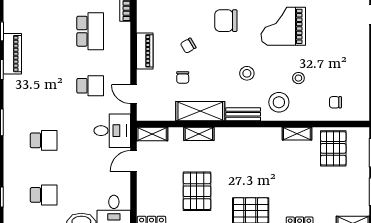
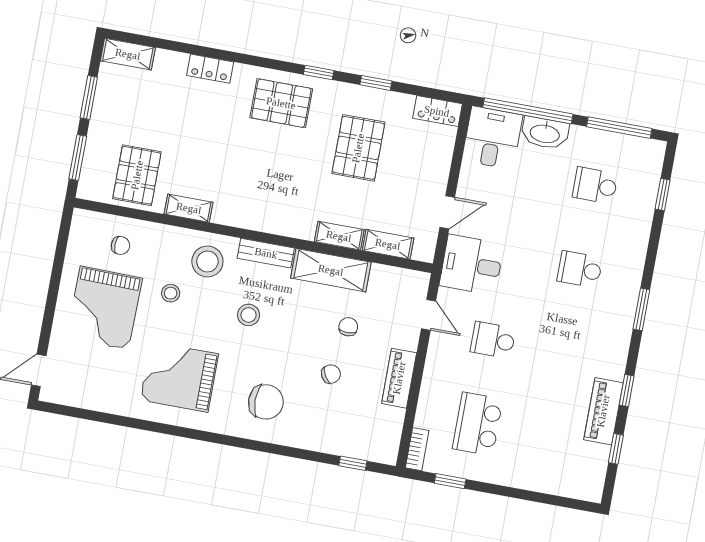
grand piano: (283, 26) -> (179, 377), turned 180
grand piano: (338, 61) -> (104, 308), added
shelving: (152, 134) -> (388, 244), moved

